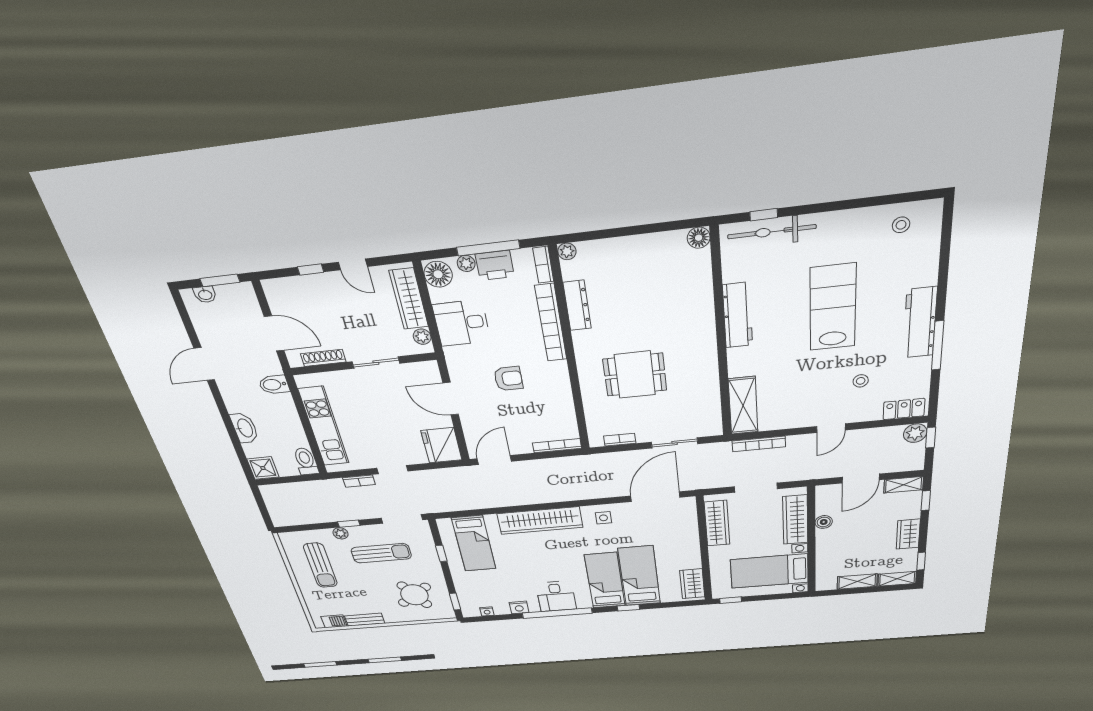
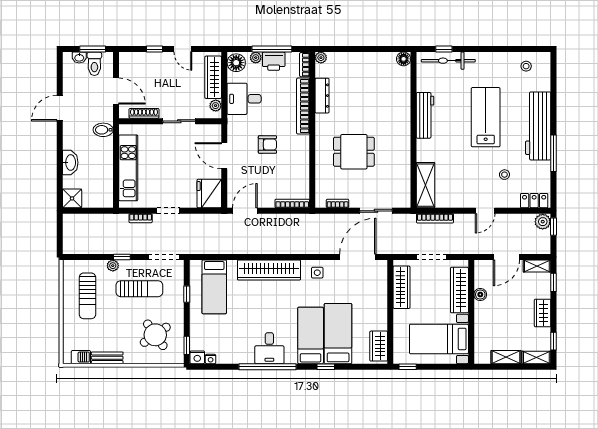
workbench: (920, 323) -> (538, 126), width x1.36, depth x1.32
toilet: (306, 461) -> (94, 64), moved, turned 180
nightstand: (519, 607) -> (197, 357), moved

